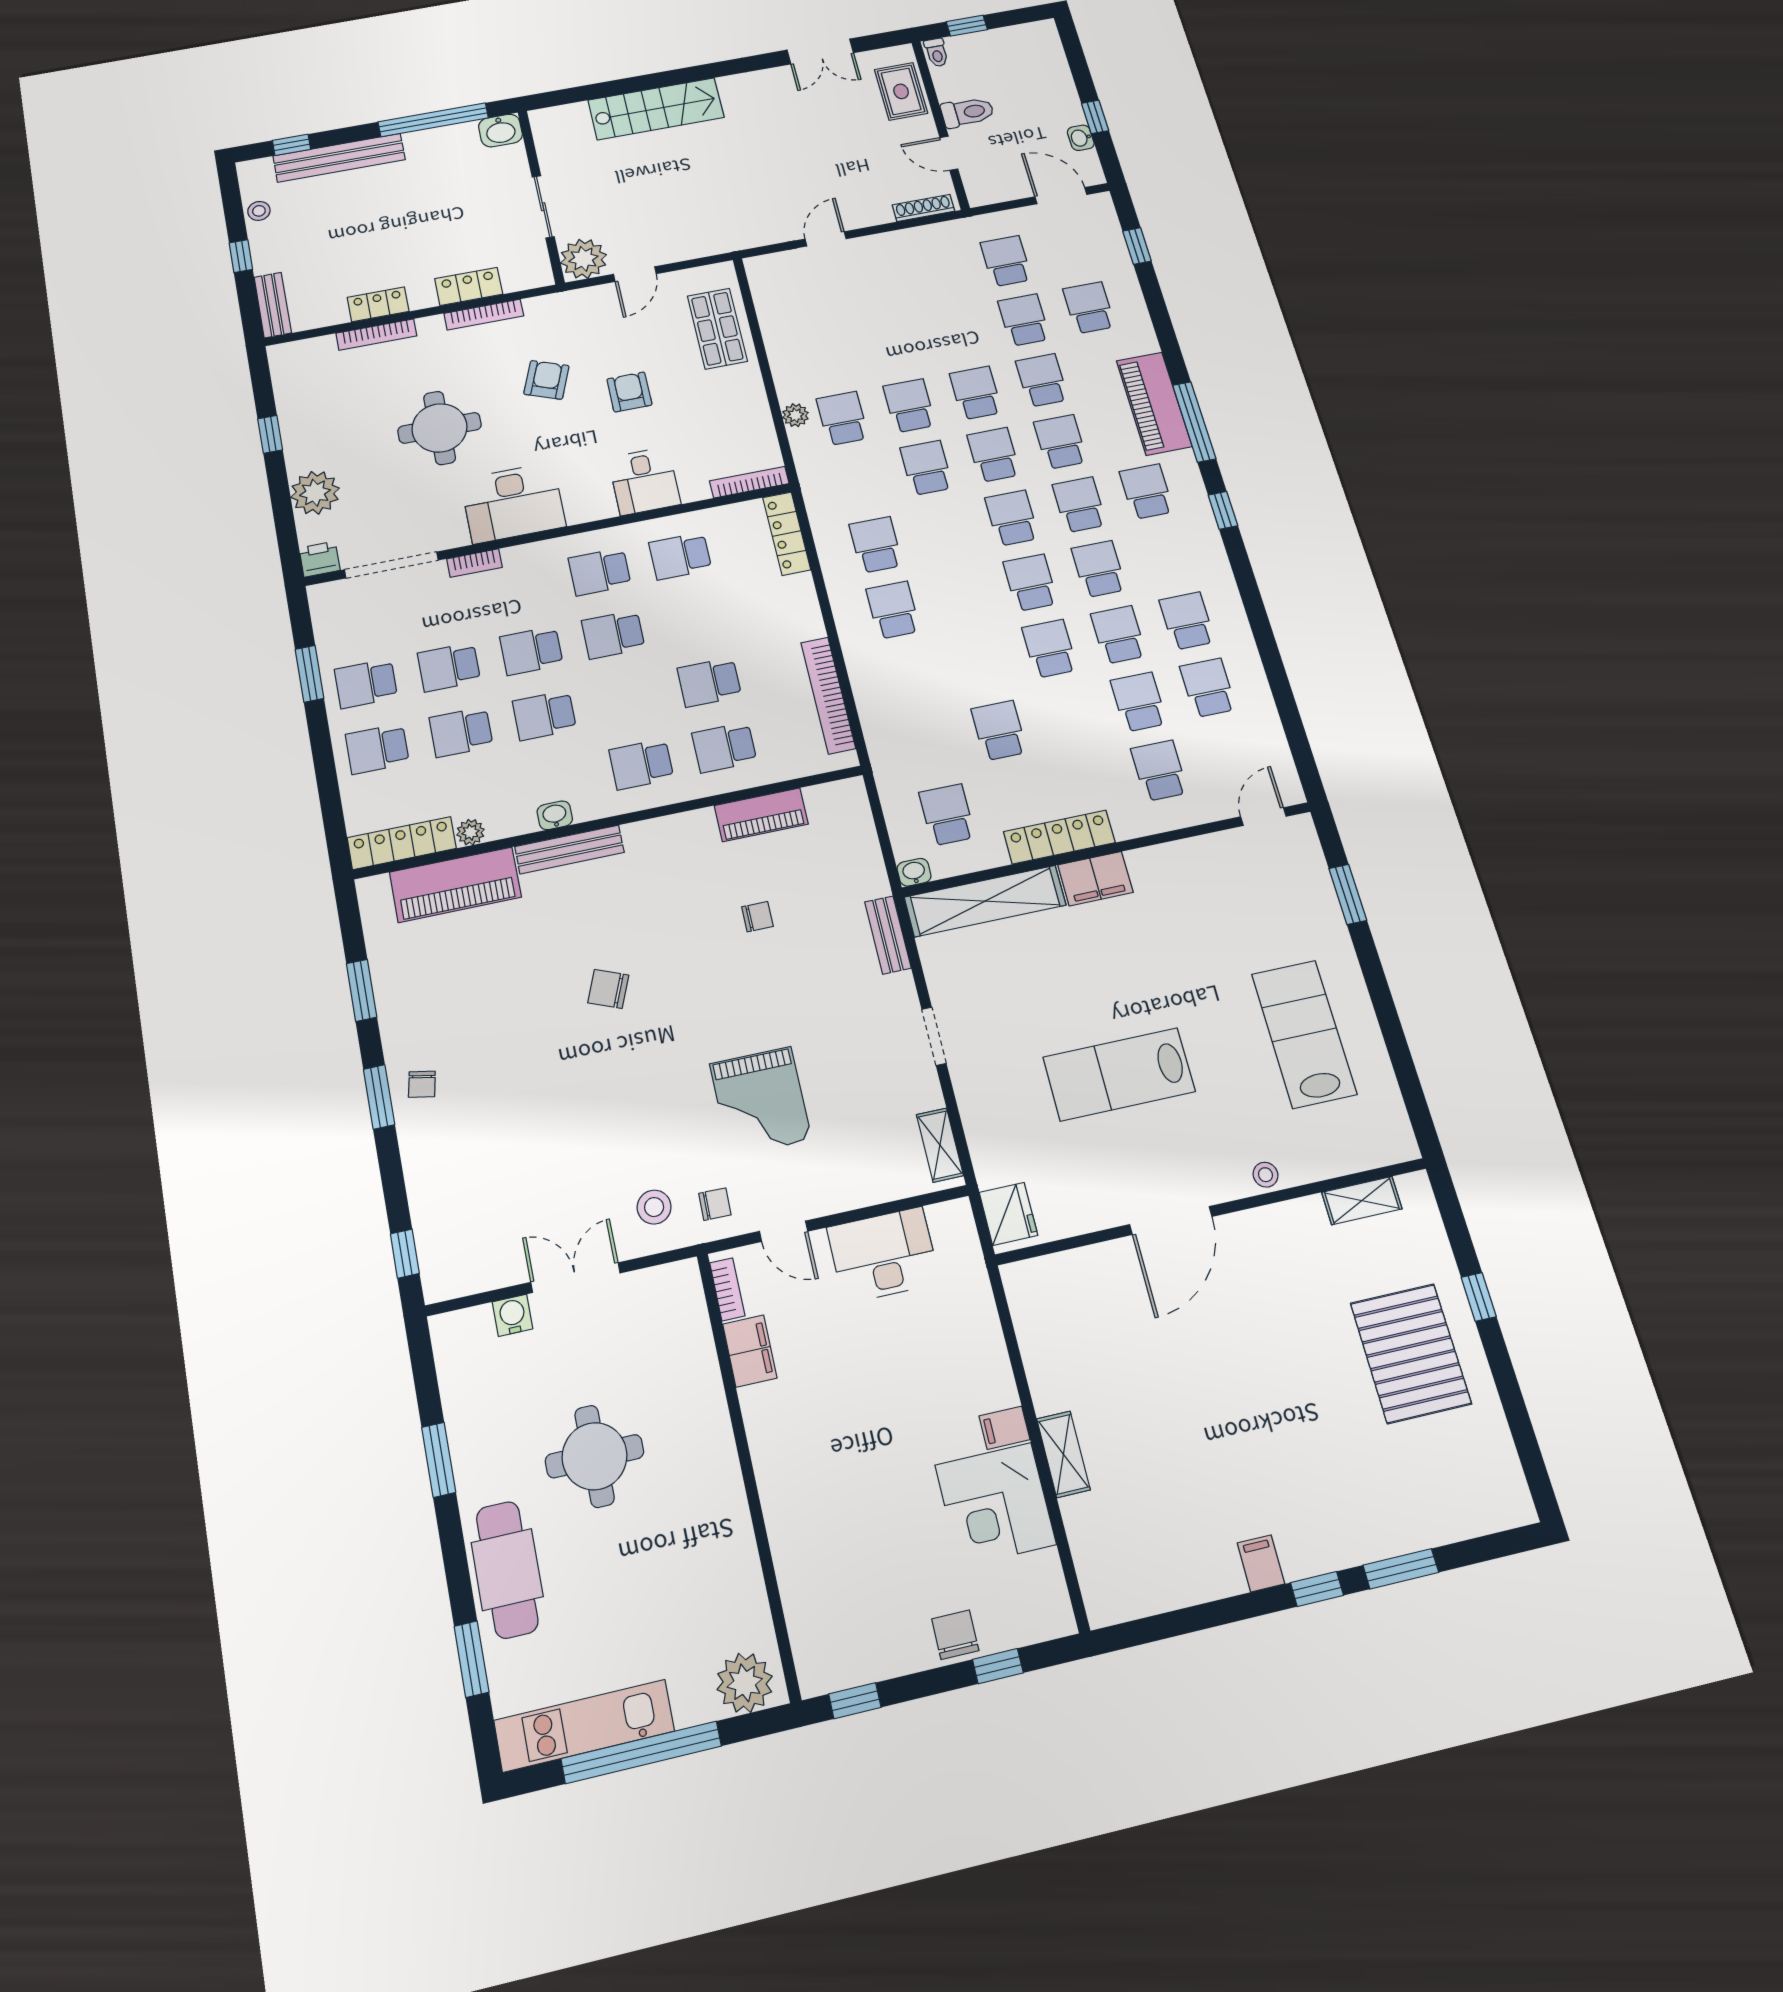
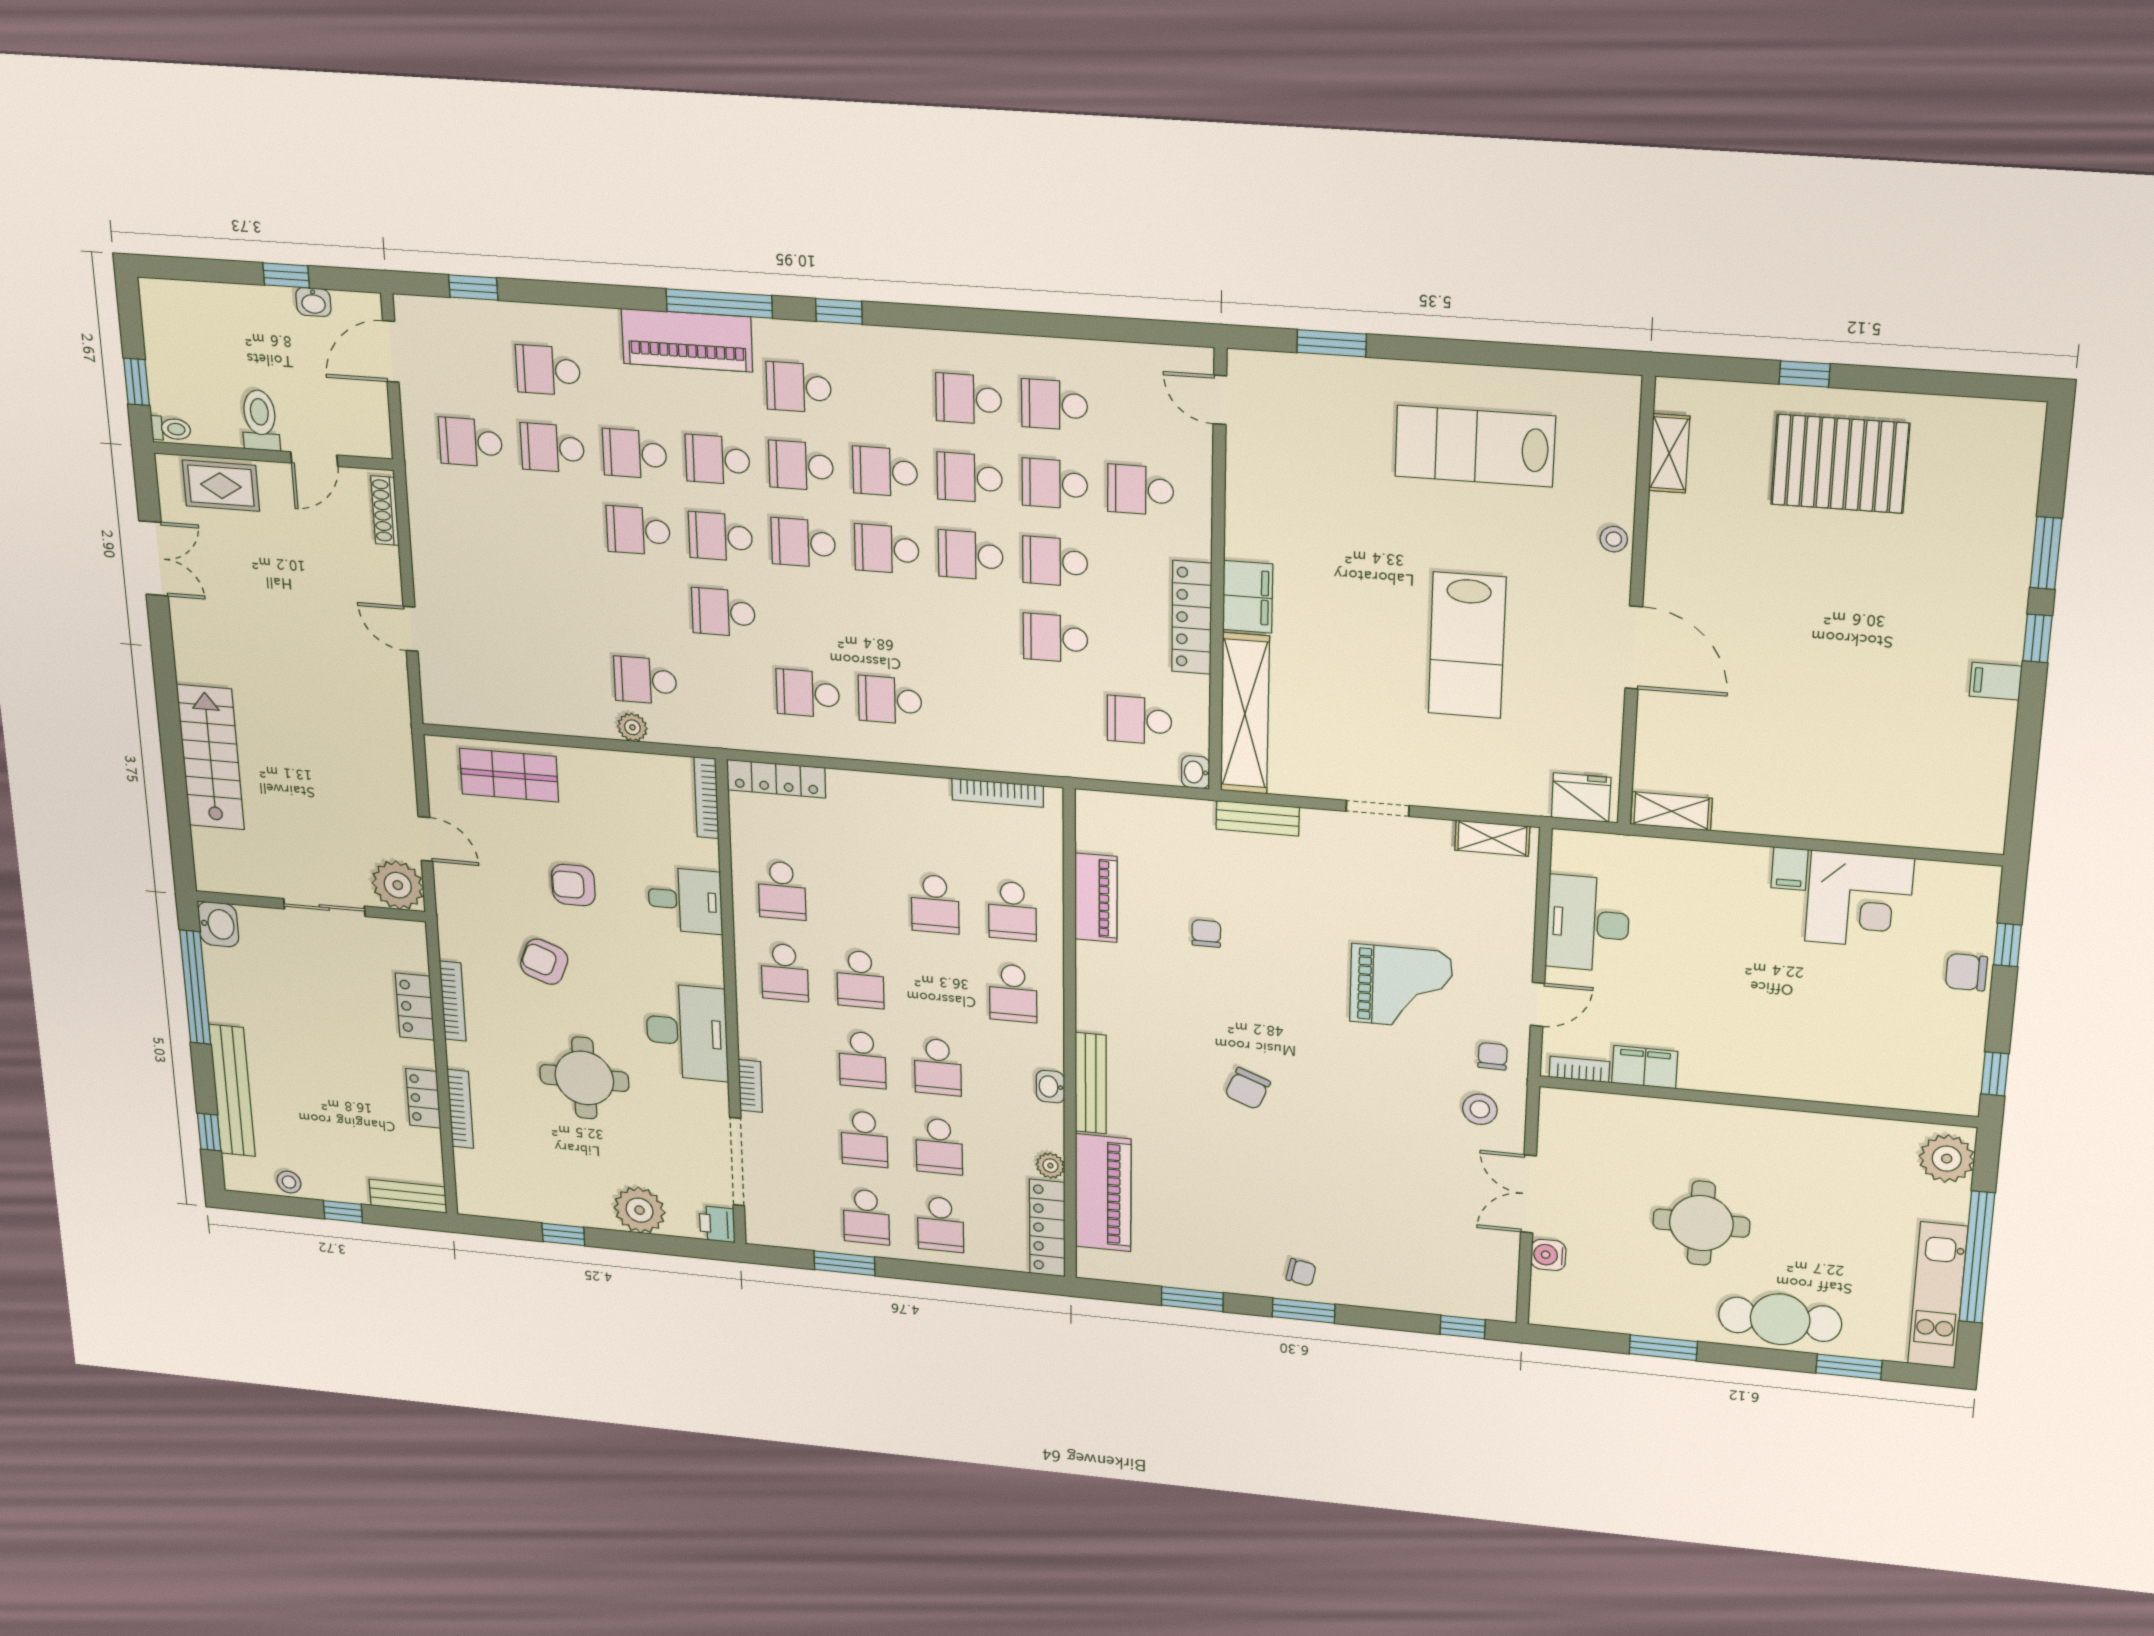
school desk: (909, 406) -> (1055, 562), moved
bookcase: (828, 695) -> (998, 793), width x0.68, depth x0.76
shelving: (1063, 1454) -> (1671, 811), moved

